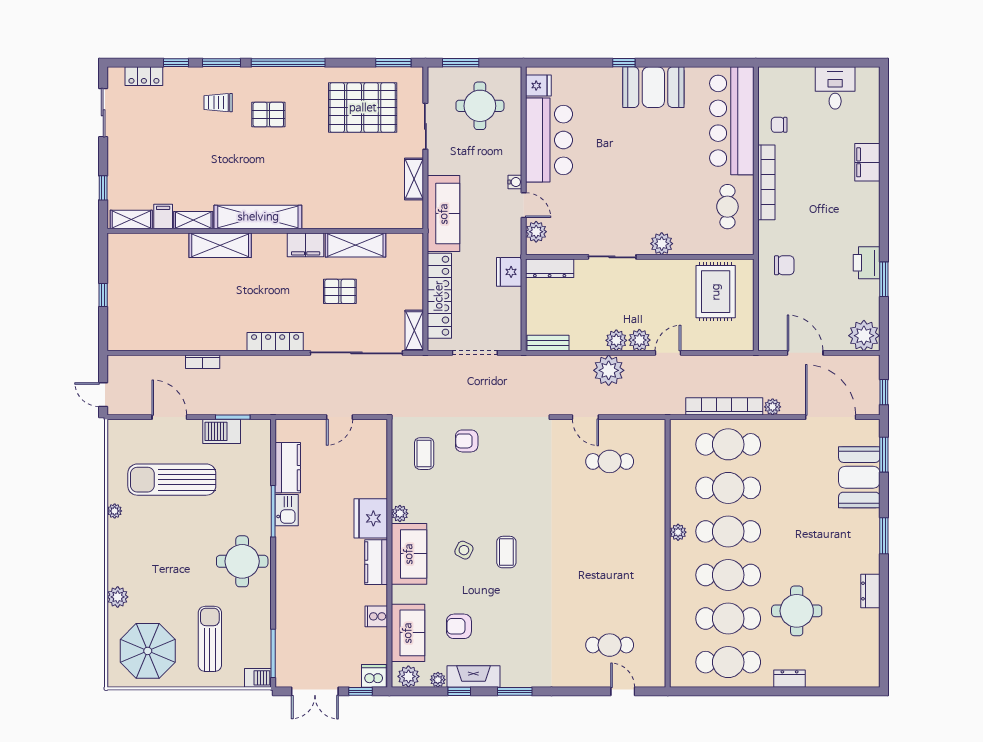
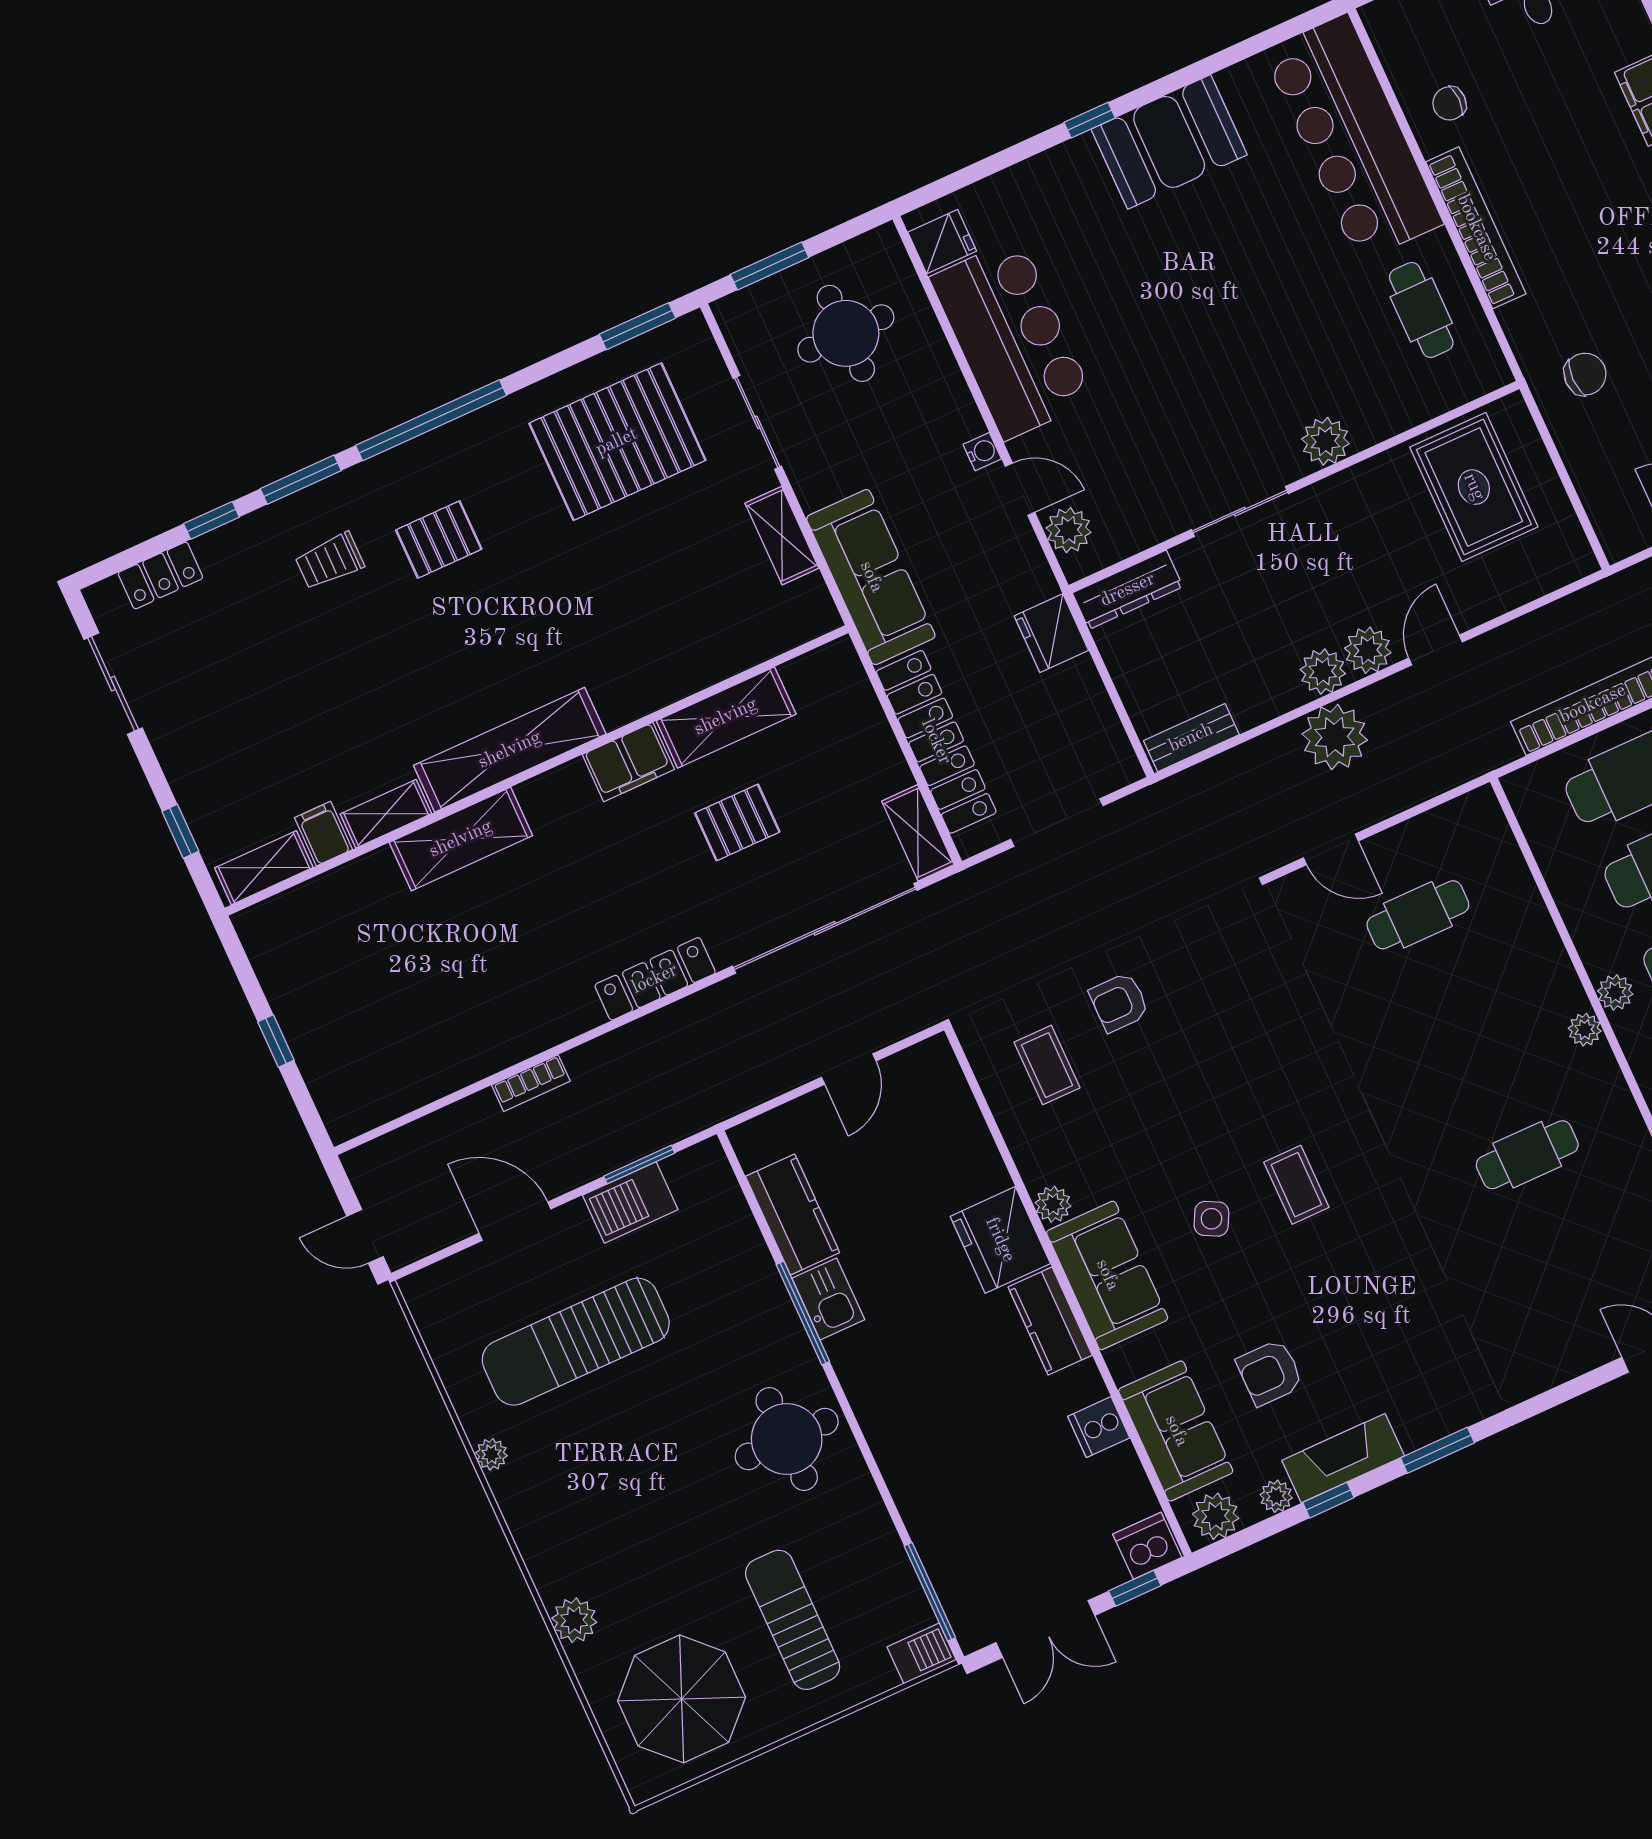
plant: (658, 542) -> (1585, 1030), added
cafe table: (610, 645) -> (1527, 1155), moved

